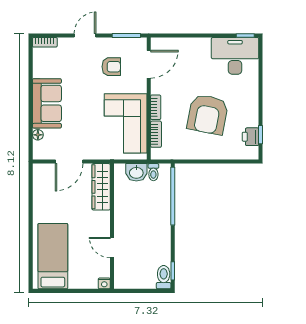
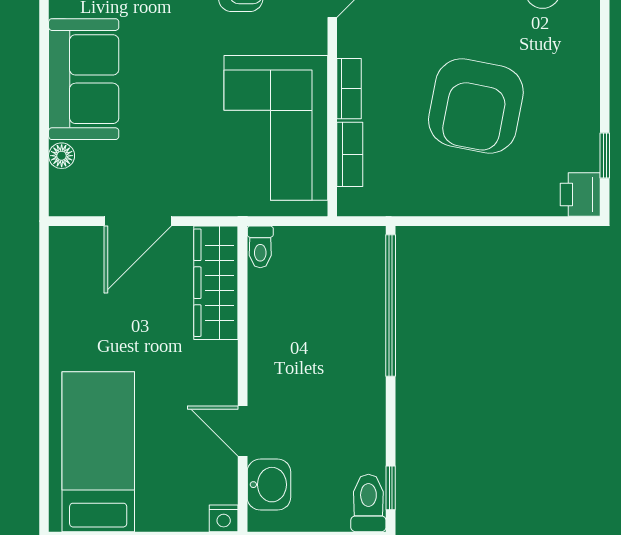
printer: (250, 137) -> (580, 194), moved
washbasin: (136, 172) -> (269, 485), moved, turned -90
toilet: (153, 172) -> (260, 247), moved

